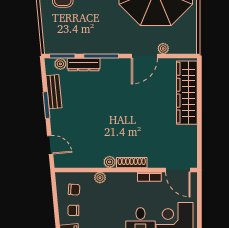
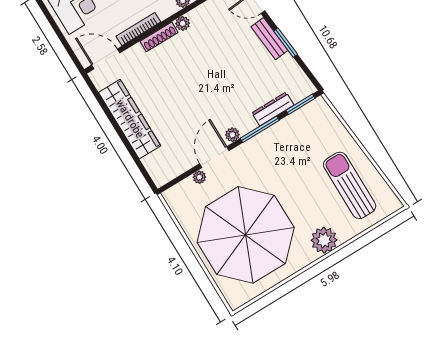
plant: (60, 64) -> (232, 135), moved
bench: (54, 92) -> (270, 39), moved
wardrobe: (187, 93) -> (130, 119), moved
bookcase: (149, 177) -> (138, 29), width x1.56

